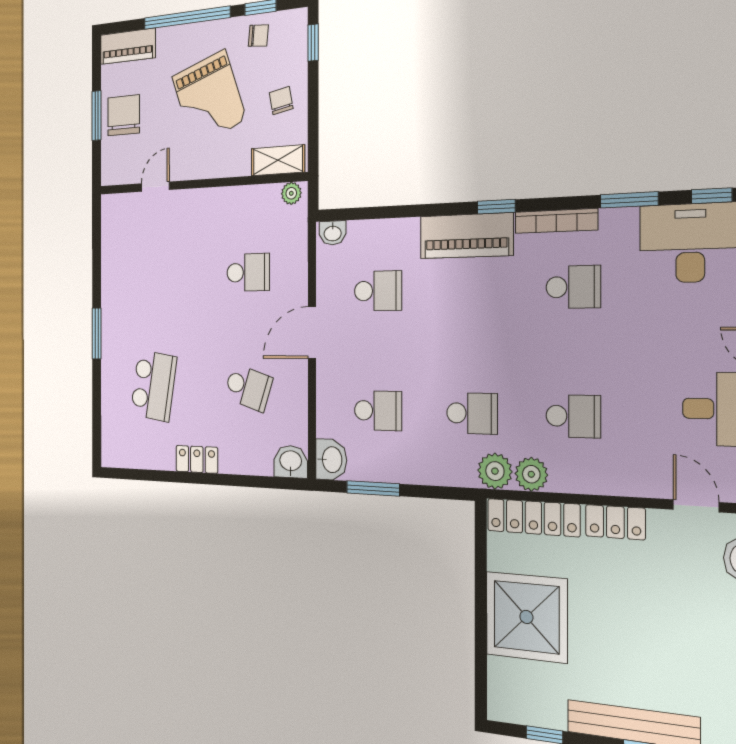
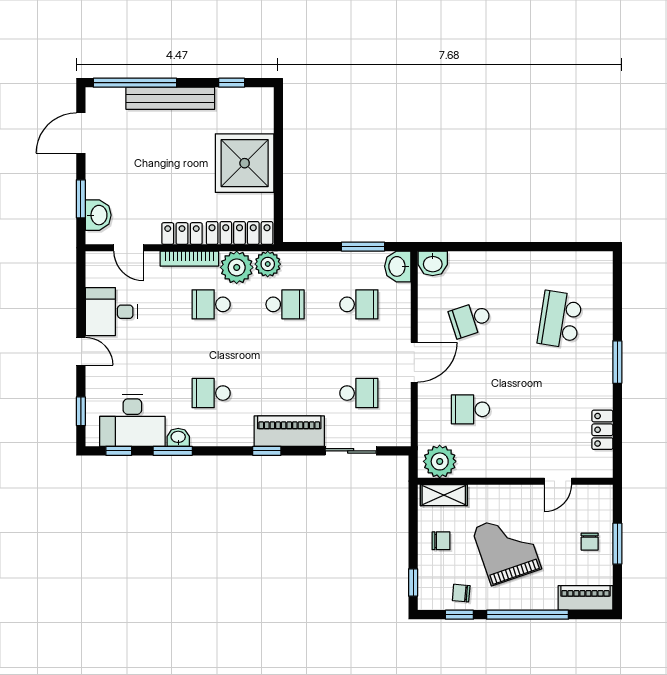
chair: (281, 101) -> (441, 541), turned -79
chair: (124, 115) -> (590, 542), width x0.54, depth x0.54
plant: (291, 193) -> (440, 461), width x1.88, depth x1.88
sliding door: (388, 212) -> (351, 451), added
bookcase: (556, 221) -> (189, 259), moved, turned 180
washbasin: (333, 233) -> (178, 437), moved
school desk: (378, 291) -> (359, 393), turned 180
school desk: (248, 388) -> (470, 320), turned -36
school desk: (378, 411) -> (359, 304), turned 180
school desk: (472, 413) -> (285, 304), turned 180
locker: (197, 459) -> (602, 430), moved, turned 90
plant: (531, 474) -> (237, 267), width x1.36, depth x1.36

